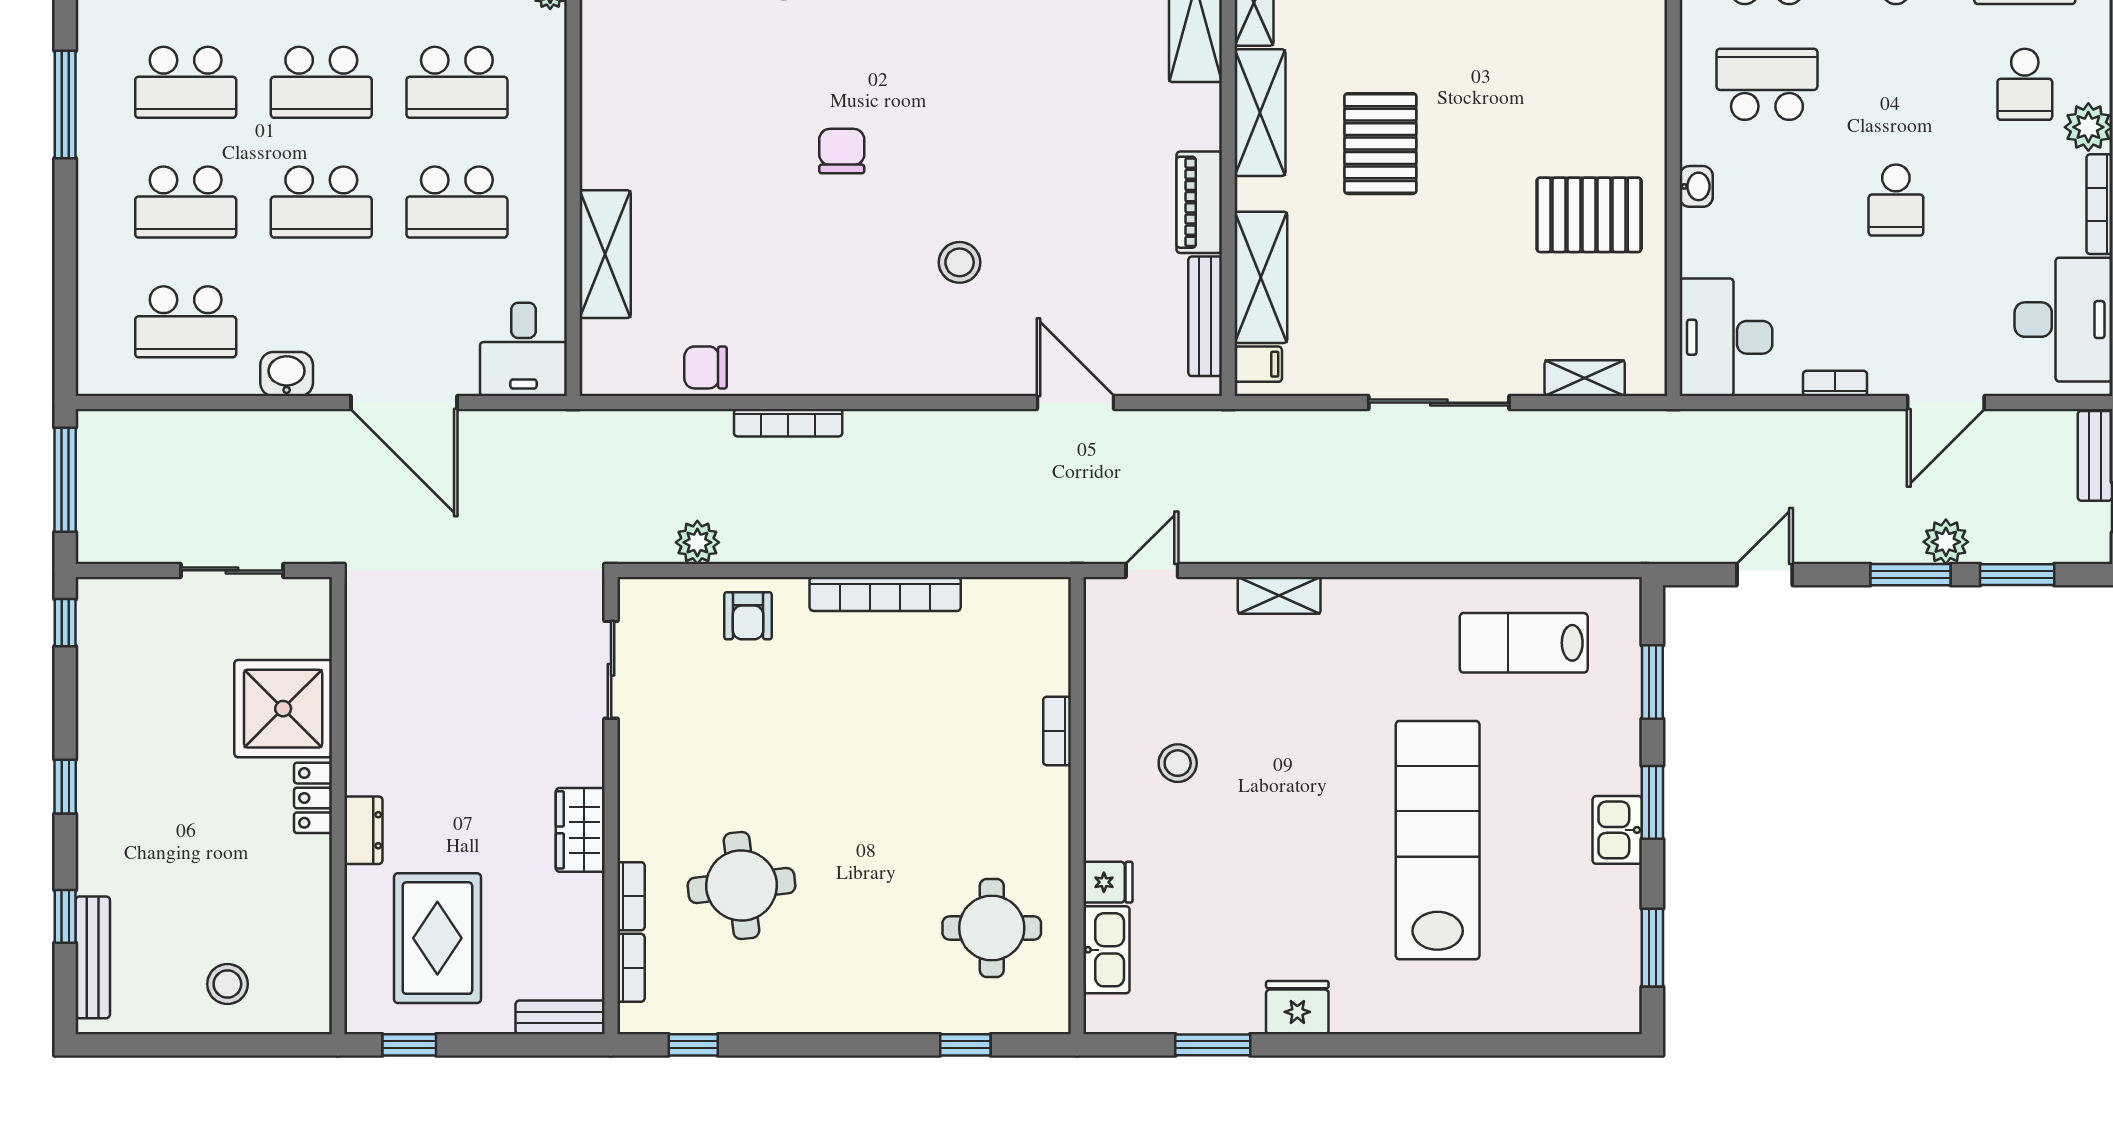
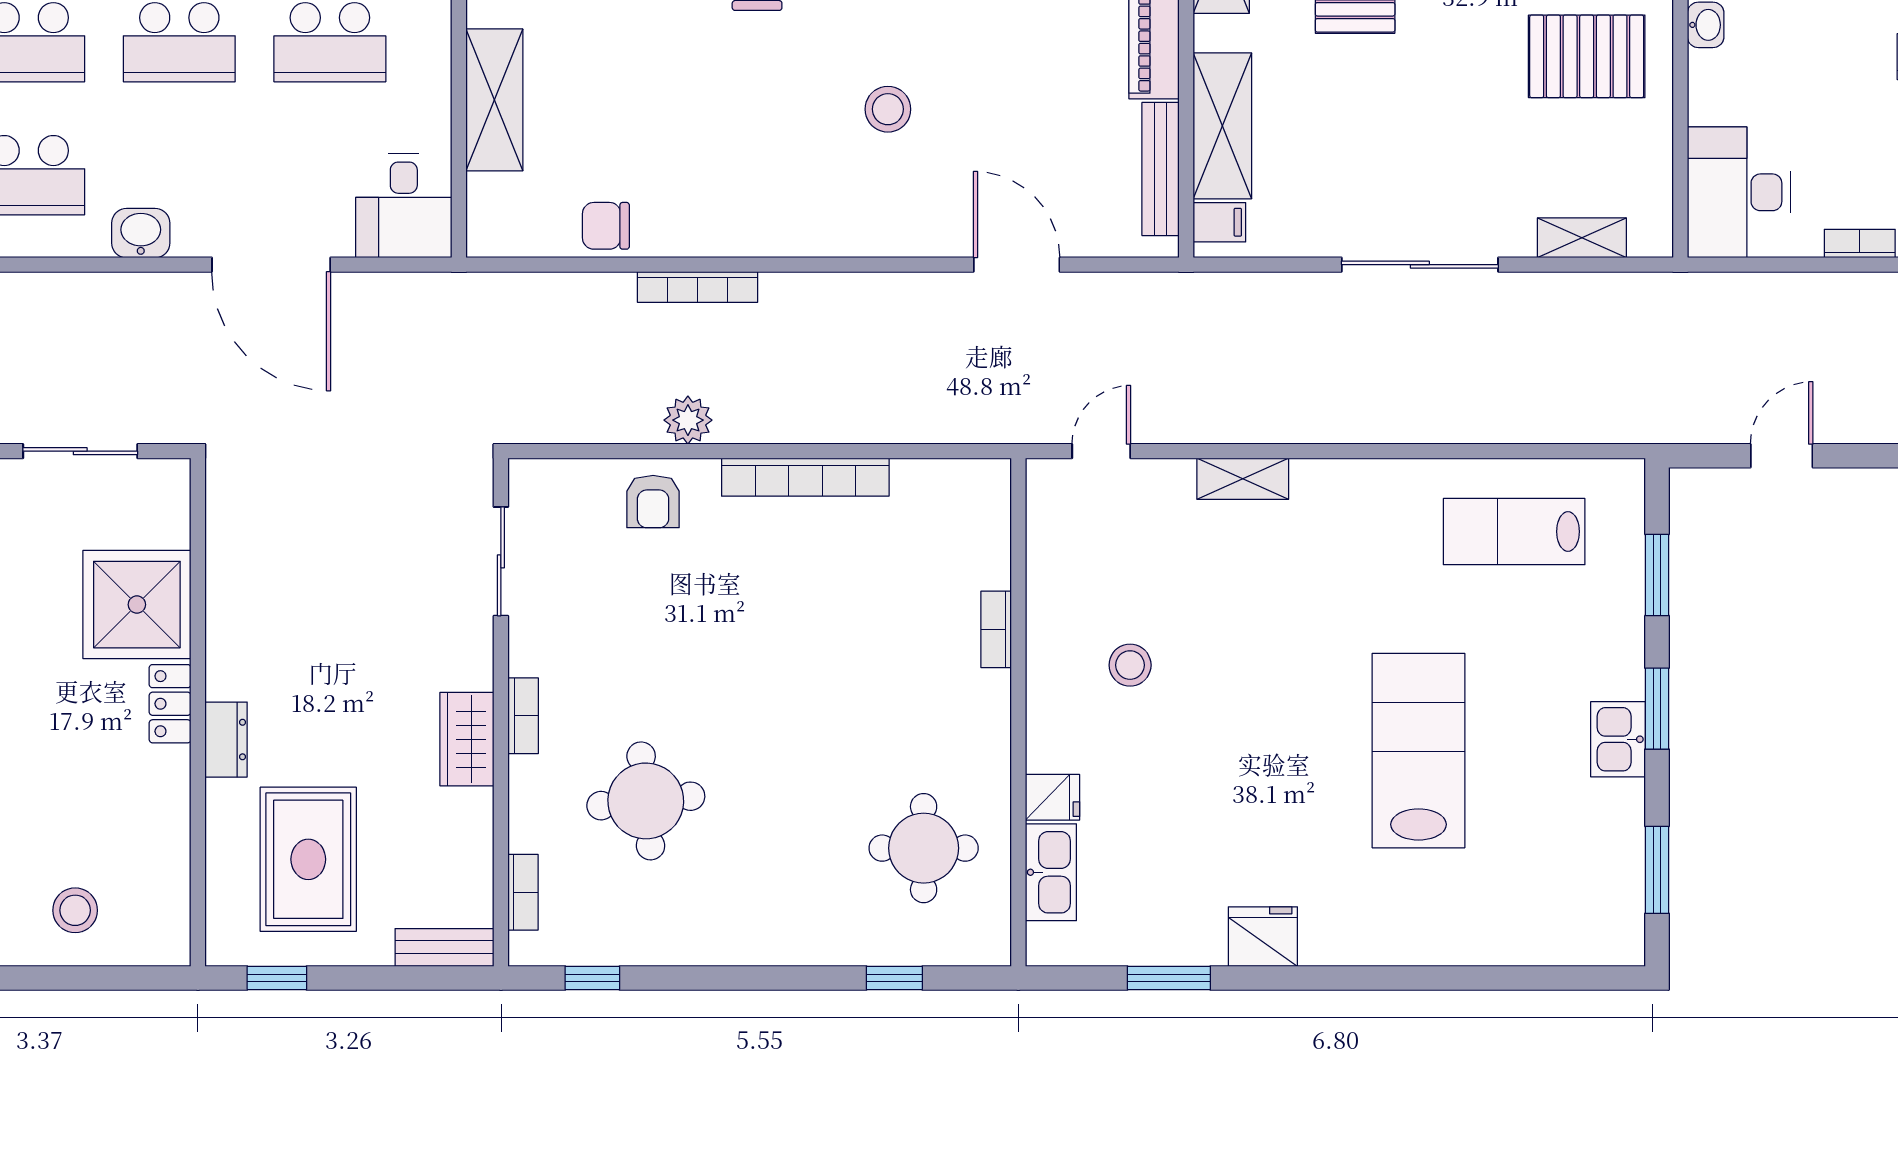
plant: (697, 542) -> (688, 420), moved
lab bench: (1438, 840) -> (1419, 751), width x0.73
bookcase: (631, 896) -> (523, 716), moved

